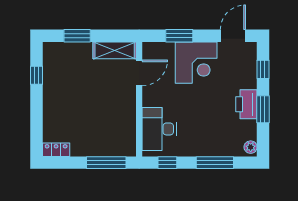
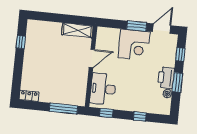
window: (77, 36) -> (52, 17), removed
window: (179, 36) -> (137, 26), moved
door: (139, 73) -> (92, 58), moved
plant: (251, 147) -> (167, 94), moved
window: (215, 163) -> (140, 116), width x0.46

